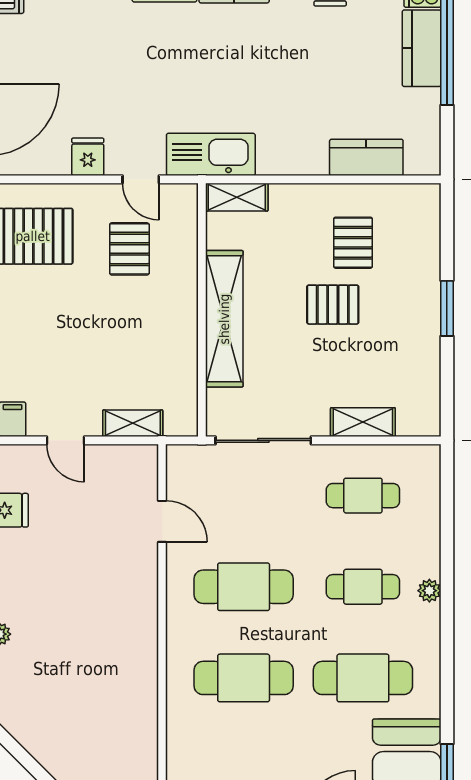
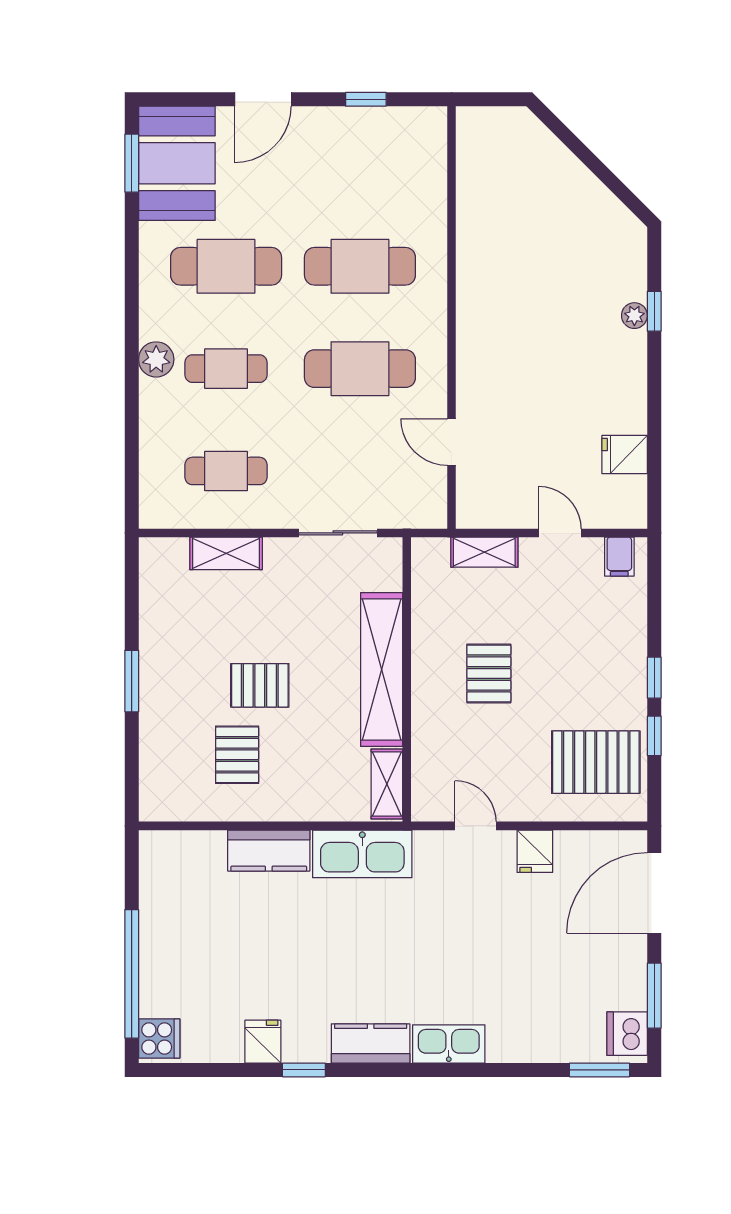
kitchen counter: (422, 48) -> (160, 973), removed
kitchen sink: (211, 154) -> (362, 854), moved
kitchen counter: (366, 157) -> (269, 851), moved
shelving: (237, 197) -> (387, 784), moved, turned 90
pallet: (129, 249) -> (489, 673), moved
sliding door: (263, 440) -> (338, 533), width x0.73
plant: (429, 591) -> (156, 359), width x1.38, depth x1.38

